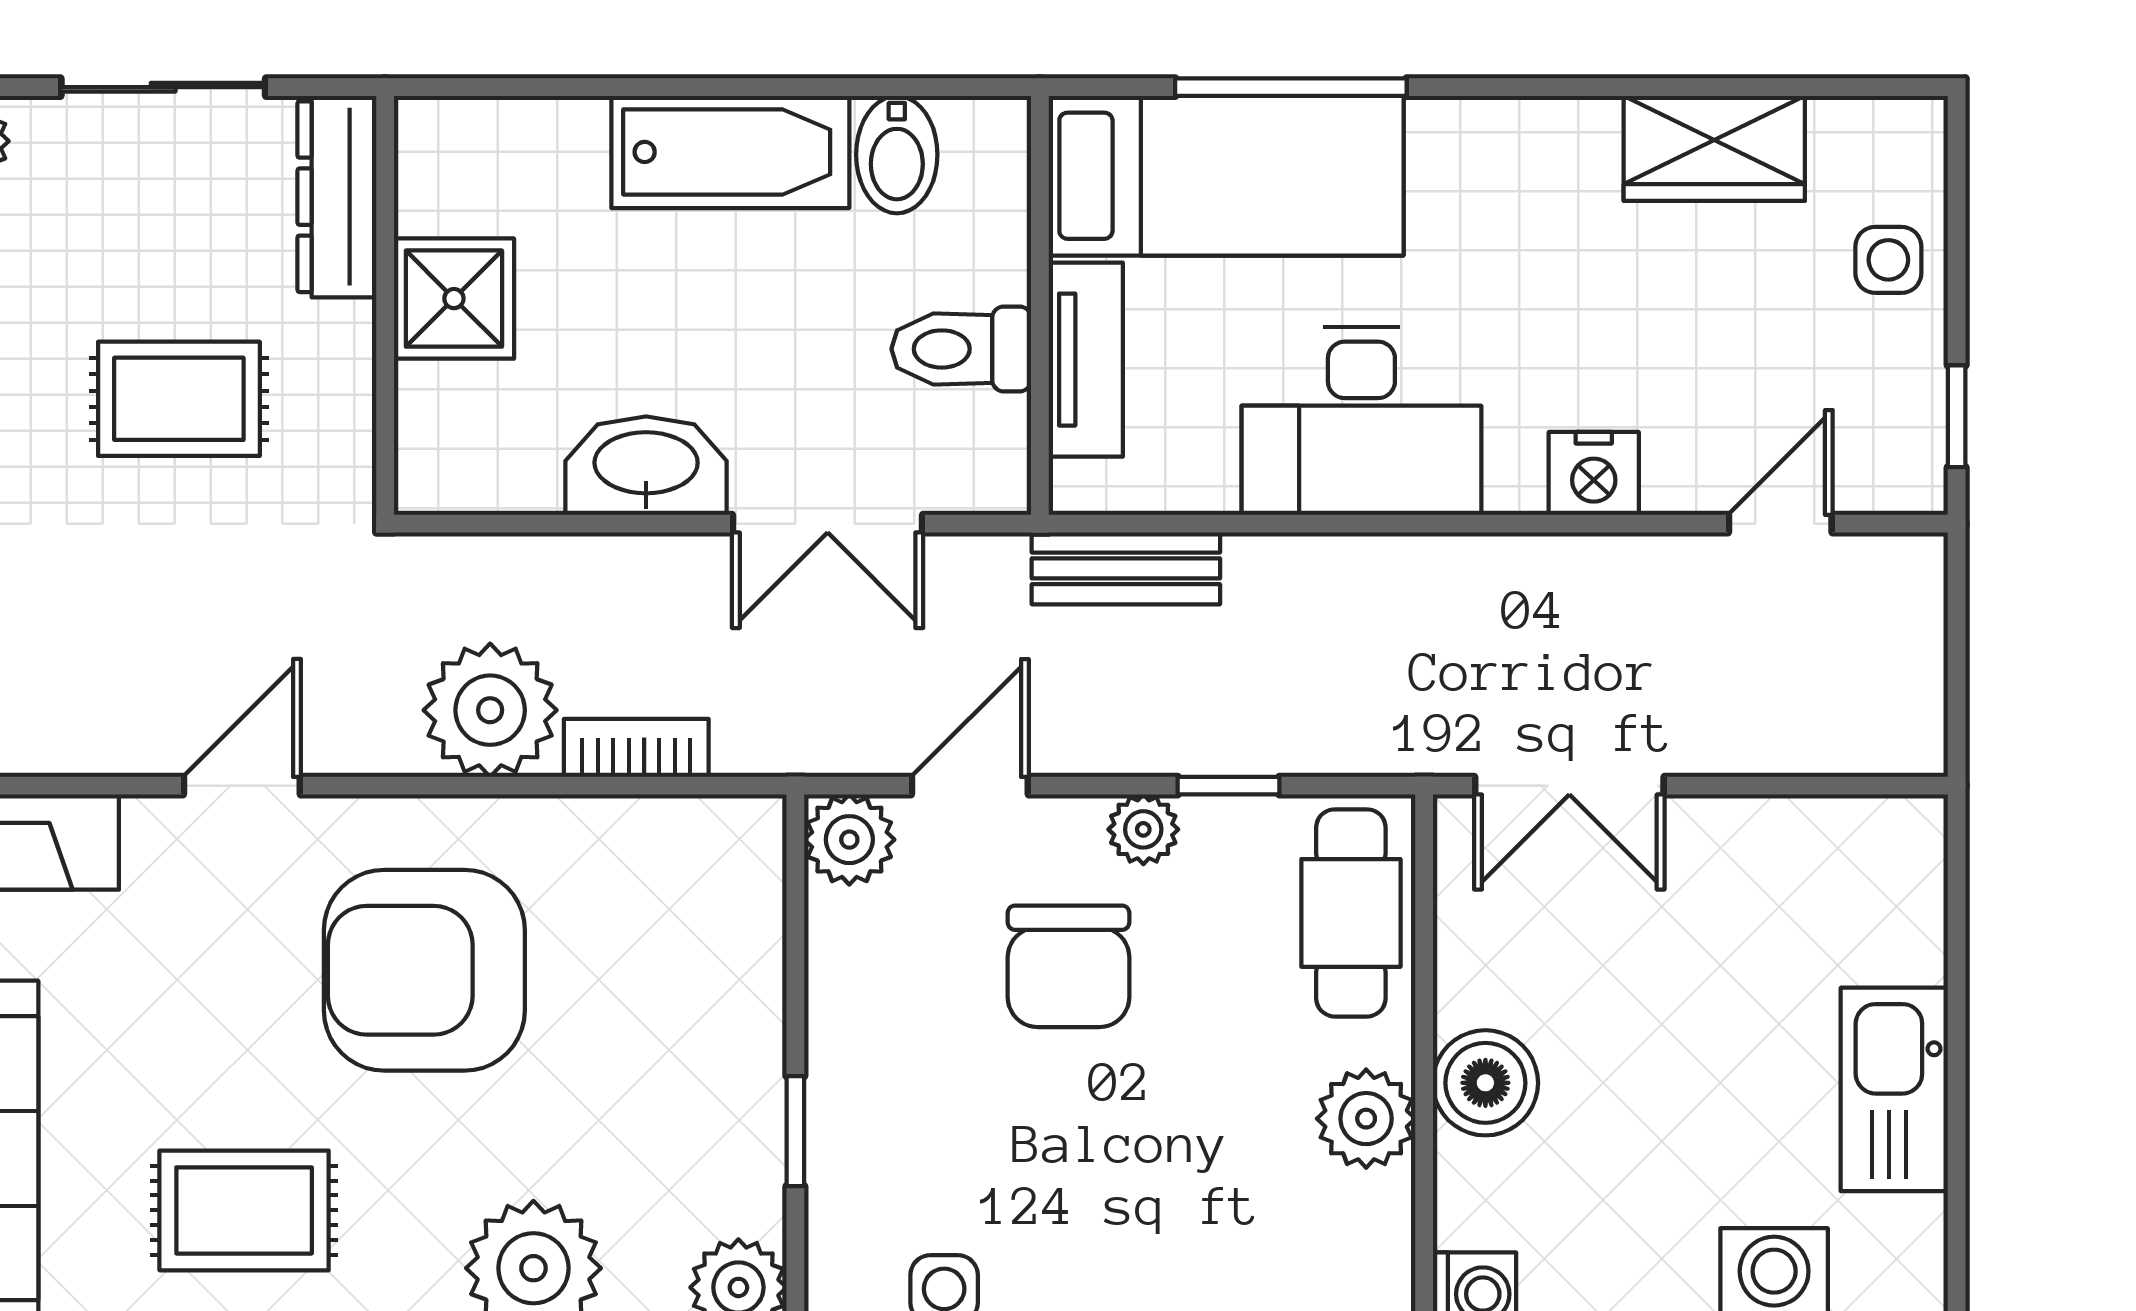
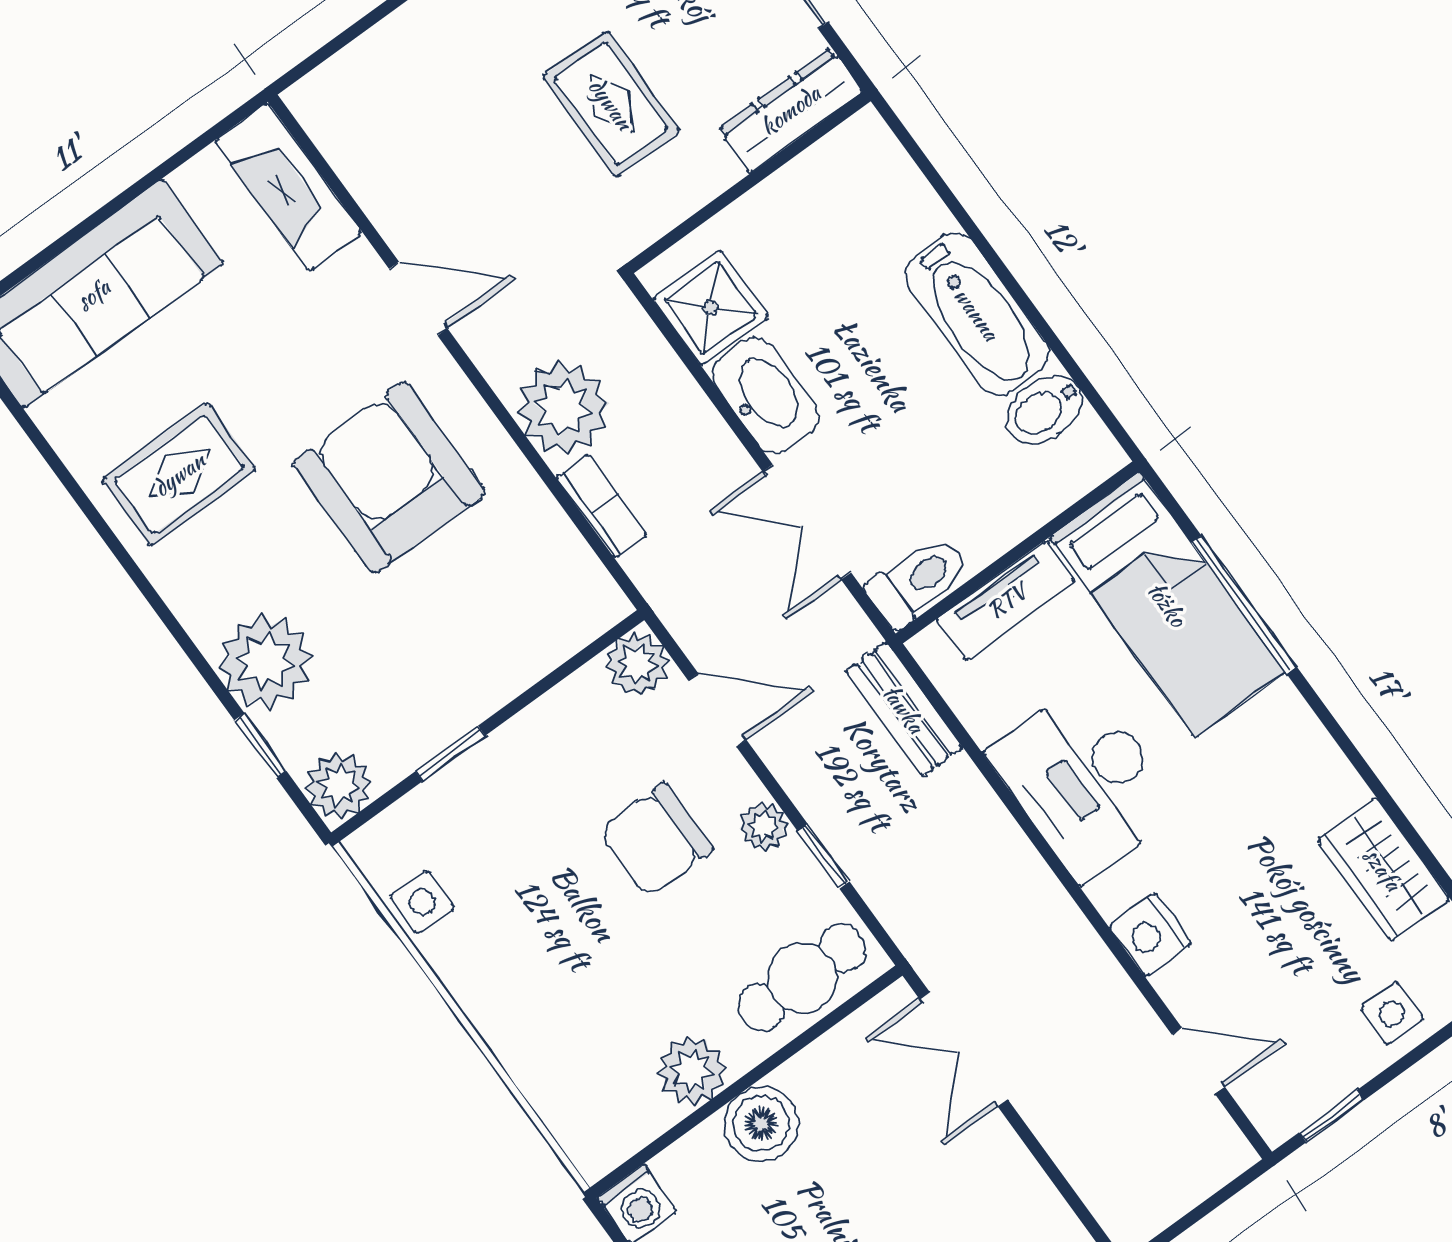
shower: (454, 299) -> (711, 308), moved
toilet: (961, 349) -> (918, 581), moved, turned 90
rug: (244, 1210) -> (179, 474), turned 90

